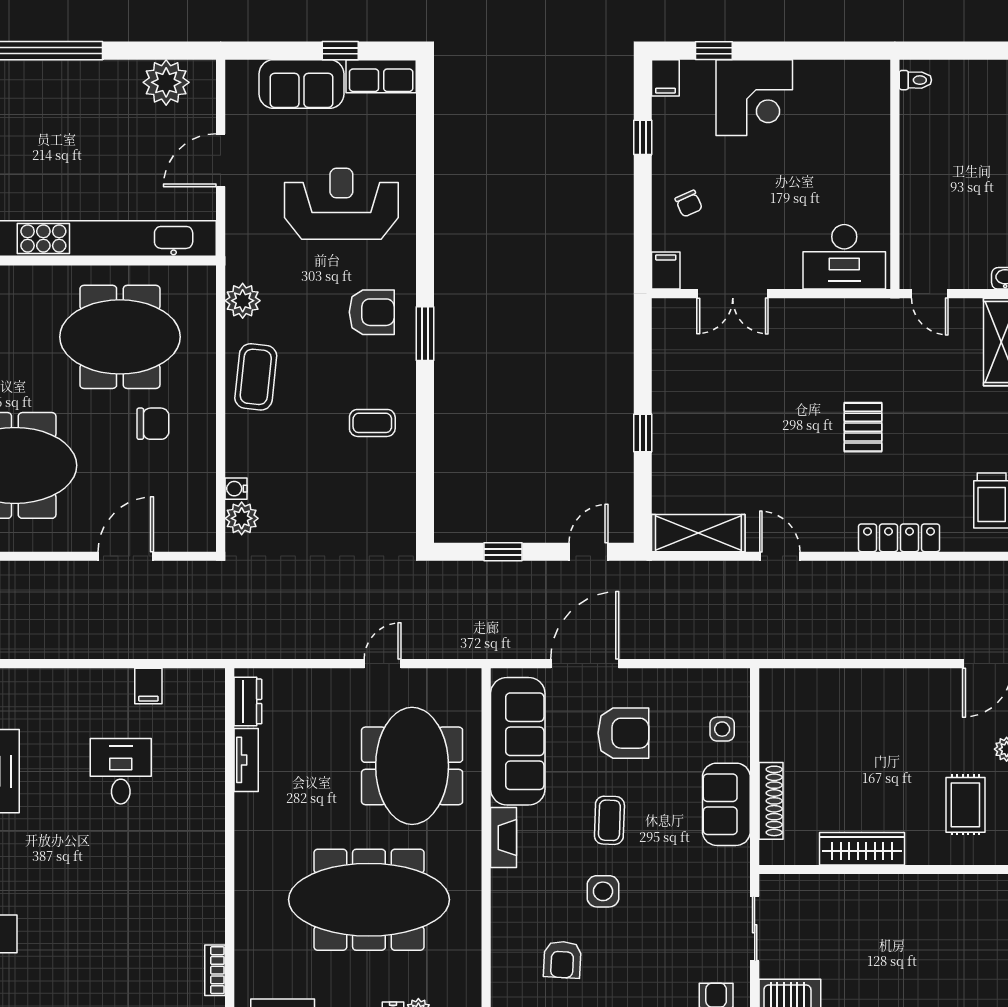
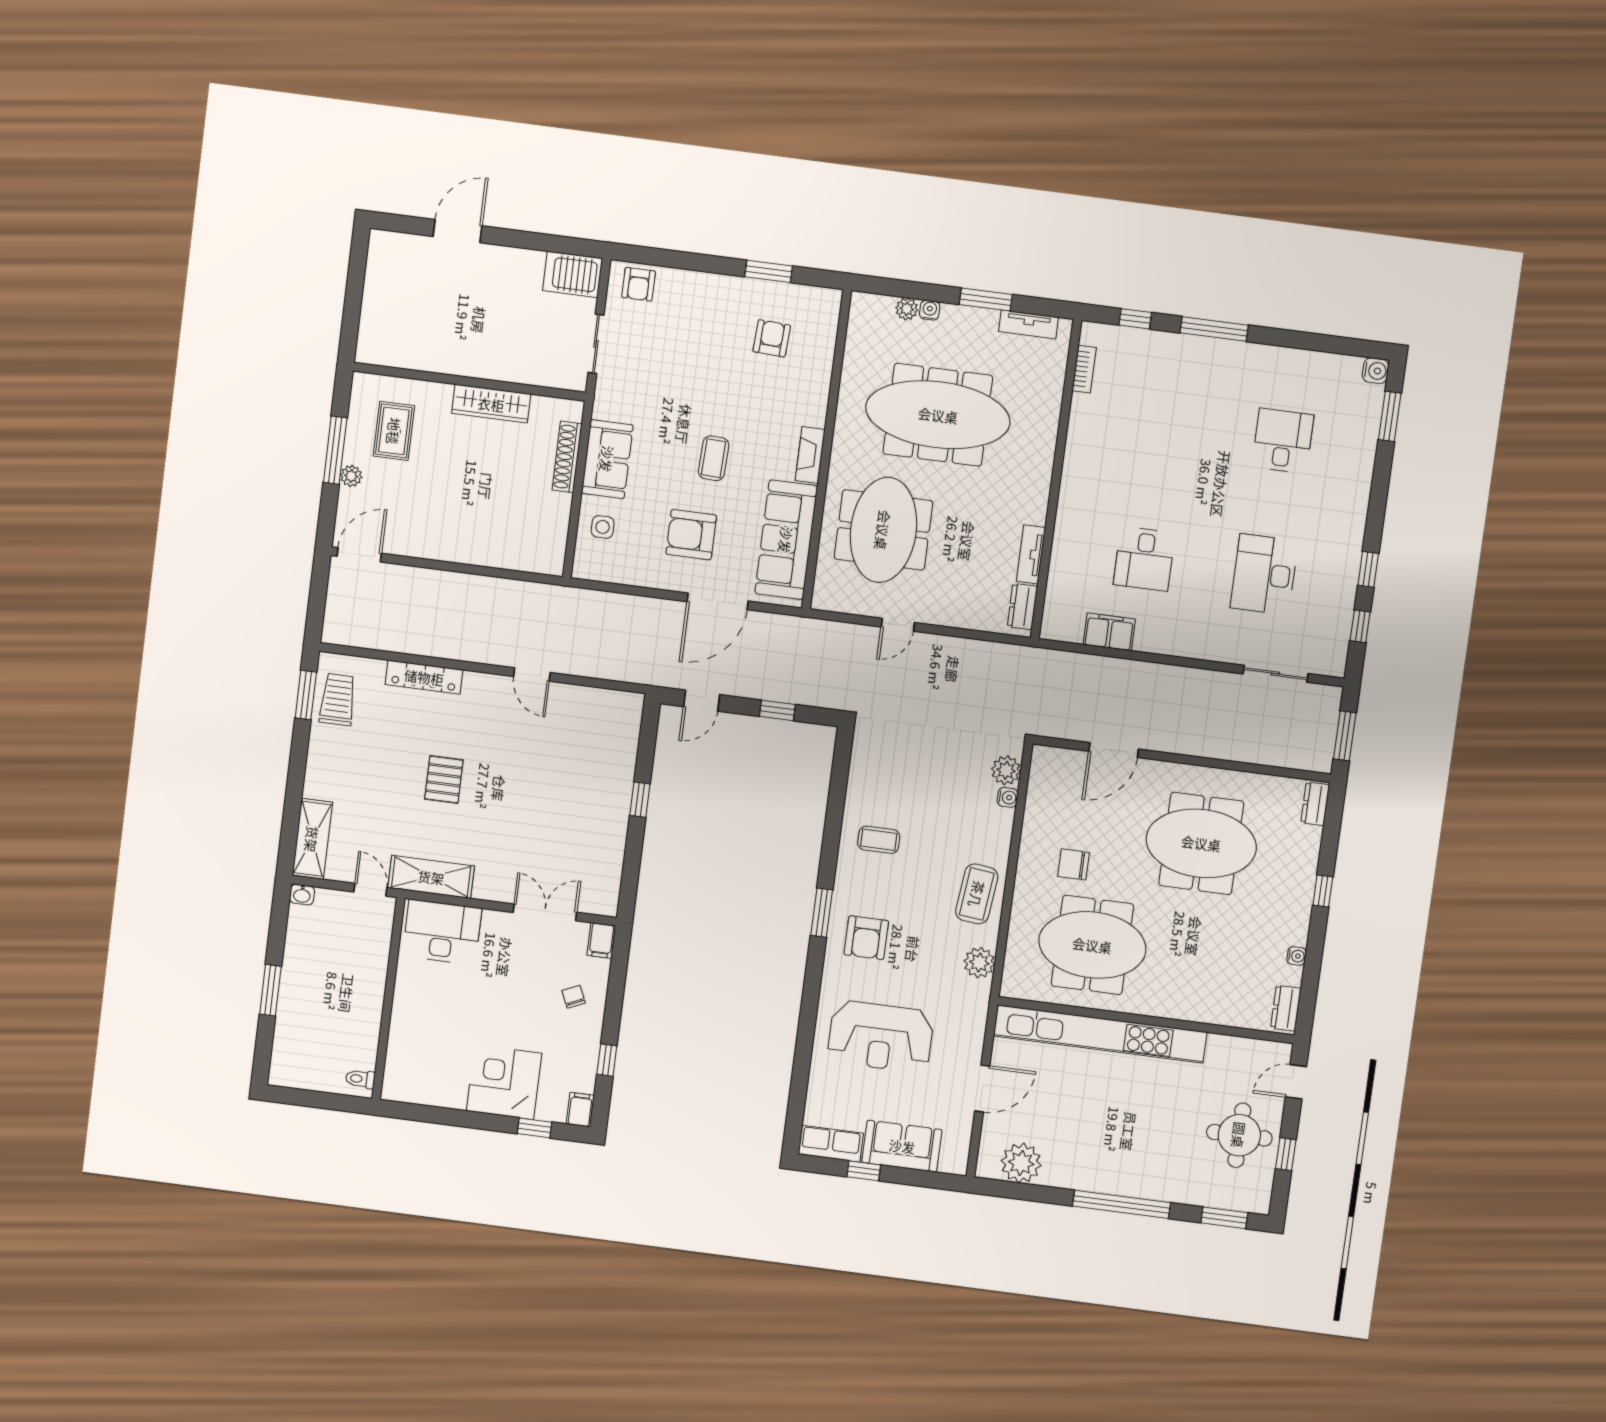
armchair: (372, 312) -> (866, 938), turned -90
shelving: (698, 533) -> (431, 877), moved
filing cabinet: (148, 686) -> (1109, 632), width x2.00
side table: (603, 891) -> (727, 395), removed

